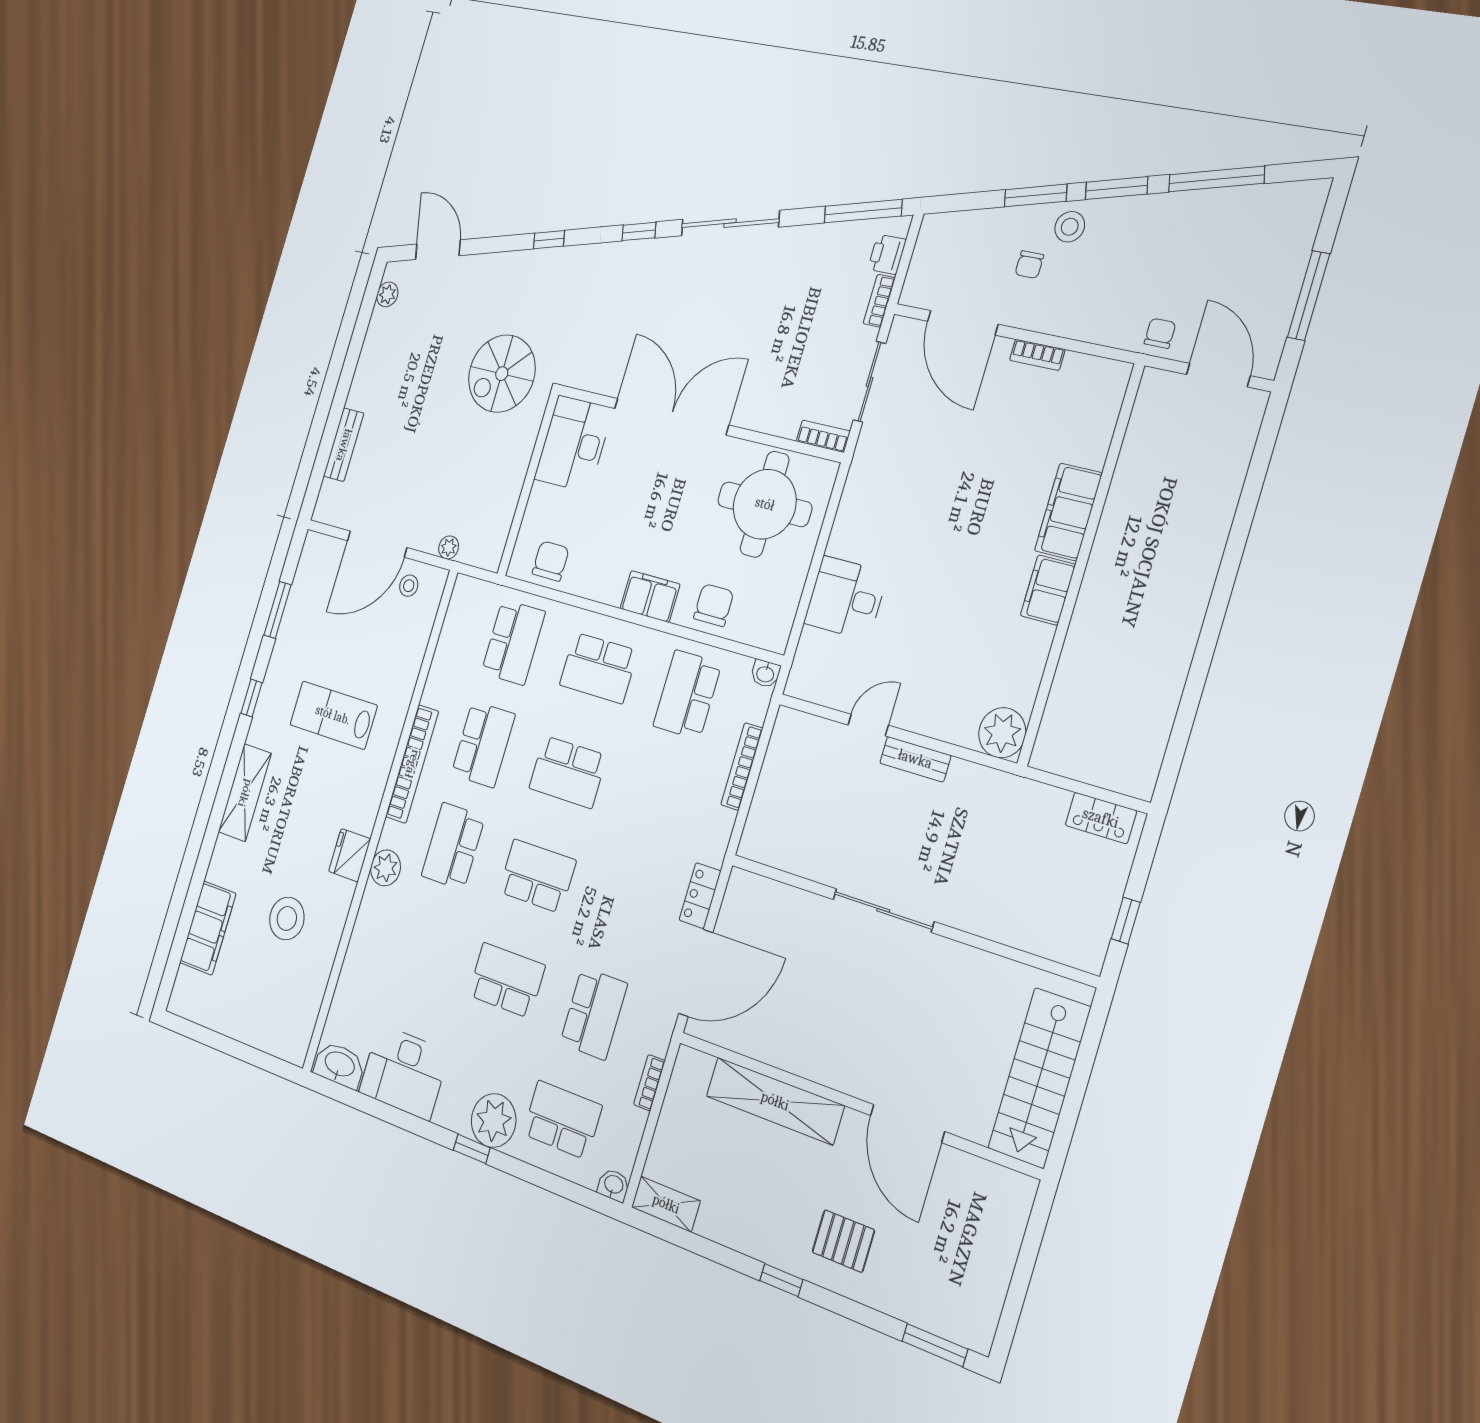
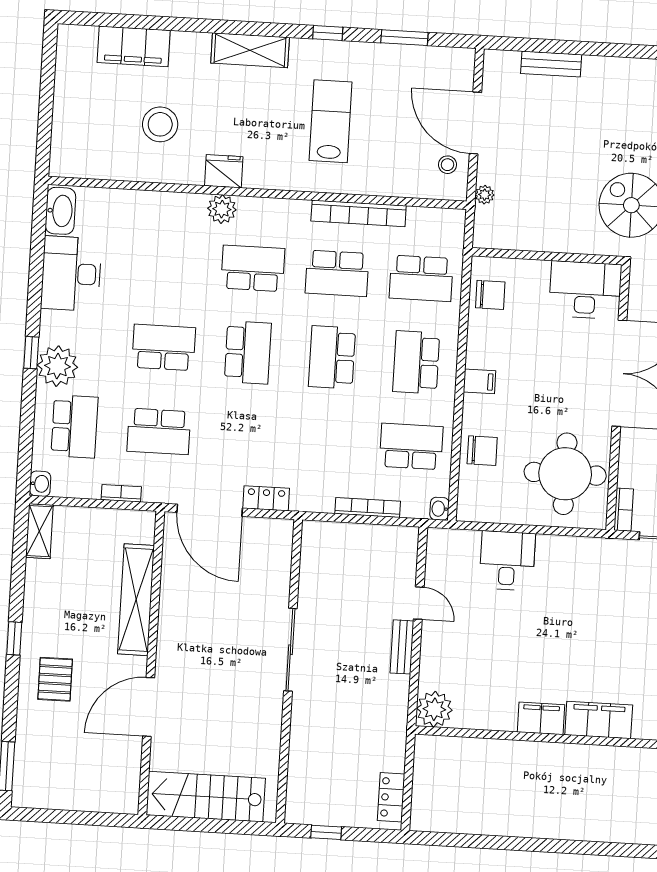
filing cabinet: (650, 596) -> (479, 381), width x0.50
bookcase: (412, 764) -> (359, 213), moved
school desk: (507, 980) -> (164, 347), turned -90

